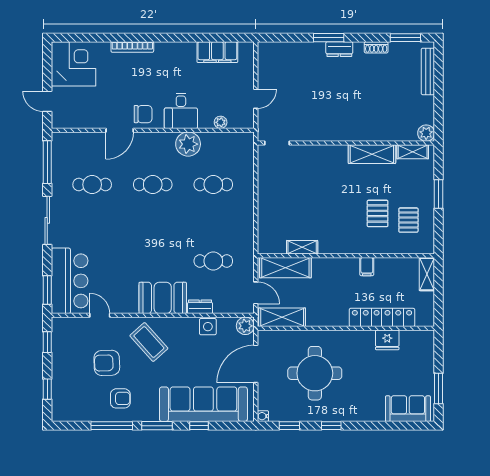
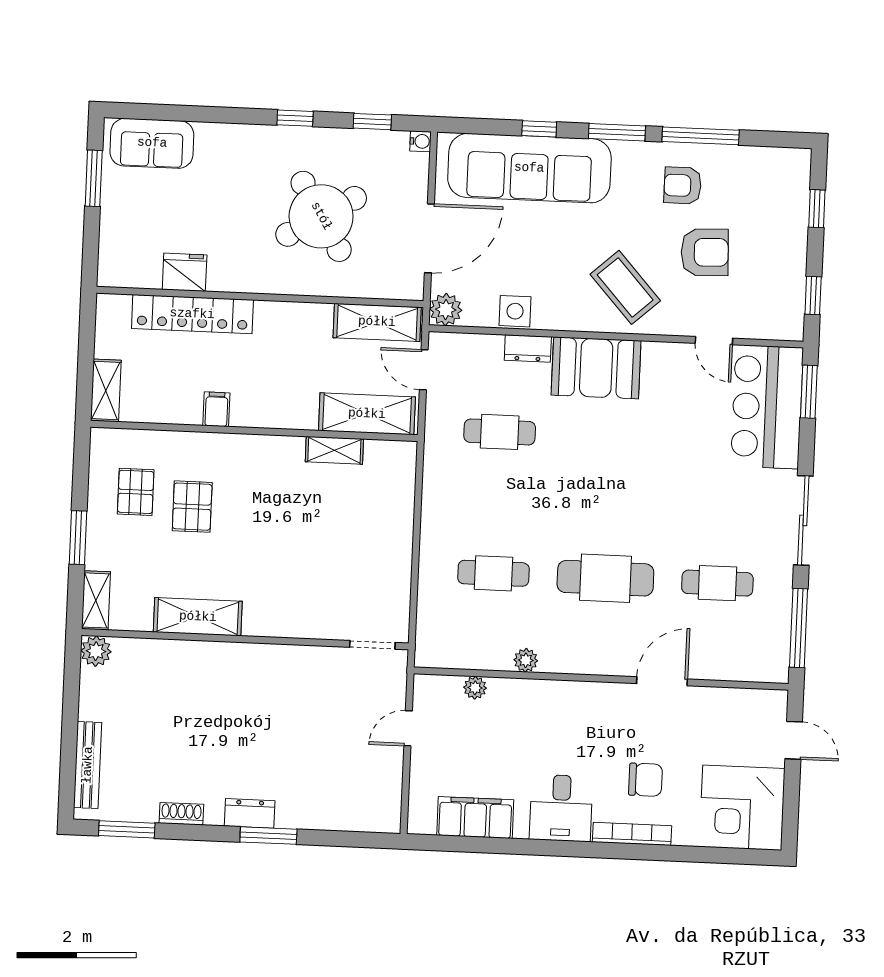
desk: (181, 111) -> (561, 808), moved, turned 180
chair: (143, 114) -> (645, 780), moved, turned 180
plant: (188, 144) -> (526, 660), width x0.53, depth x0.53
shelving: (413, 152) -> (96, 600), moved, turned 90
cafe table: (153, 185) -> (605, 578), width x1.37, depth x1.35
round table: (315, 373) -> (321, 216), turned -31

